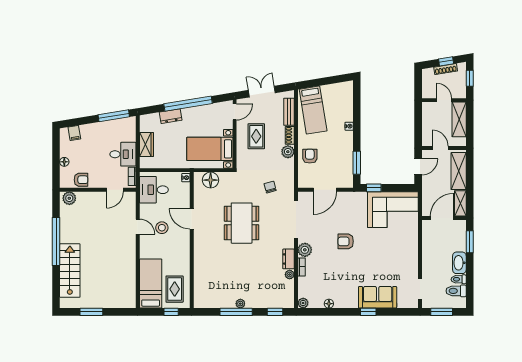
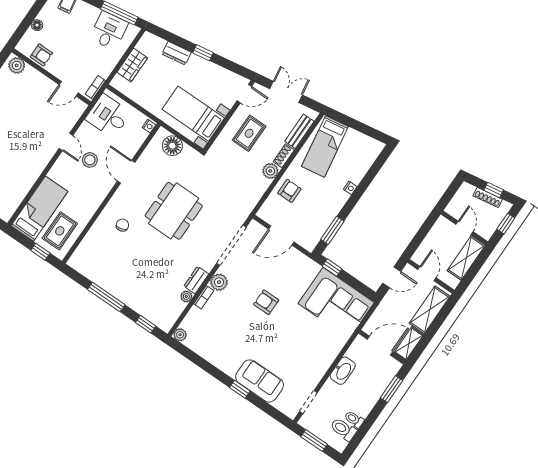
window: (188, 104) -> (203, 53), width x0.32
desk: (123, 154) -> (109, 31), moved, turned -99
chair: (270, 187) -> (122, 225), moved
washbasin: (459, 263) -> (343, 371), moved, turned 180
plant: (240, 304) -> (116, 292), removed
floor lamp: (329, 304) -> (206, 353), removed

